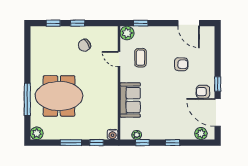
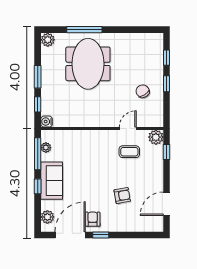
armchair: (181, 64) -> (122, 196), turned -100
sofa: (130, 100) -> (52, 181), moved, turned -90
window: (142, 143) -> (38, 154), width x2.17

